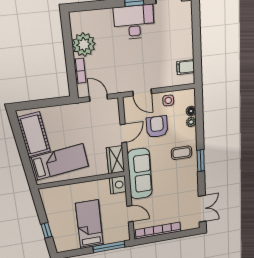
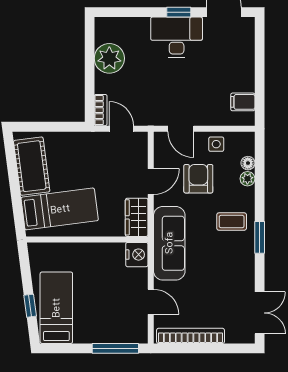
bookcase: (80, 71) -> (101, 110), moved
bed: (90, 224) -> (56, 308), moved

